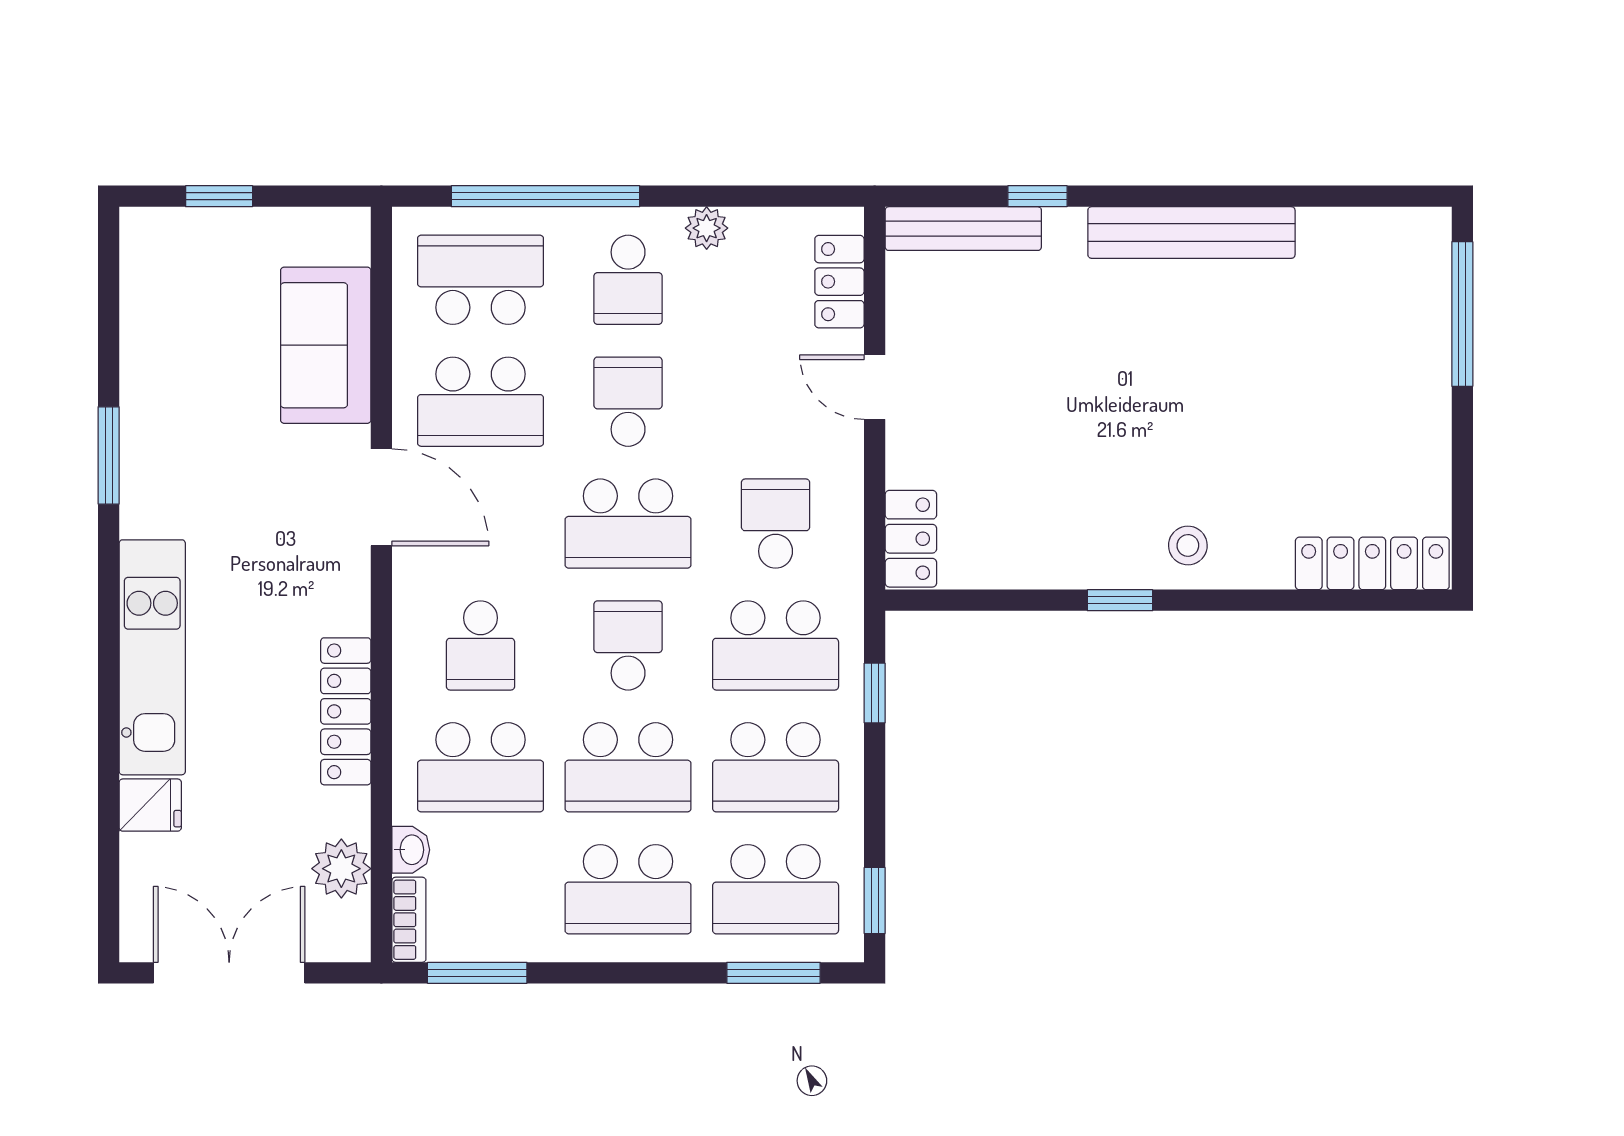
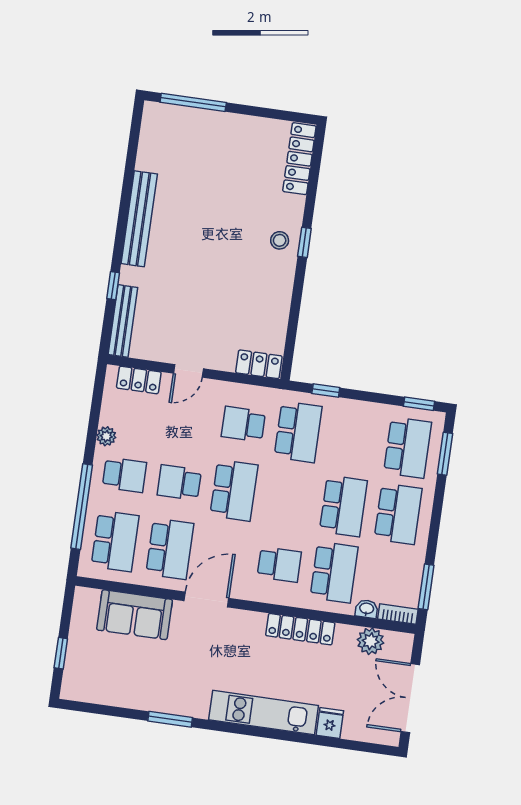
school desk: (481, 280) -> (115, 541), turned 180
window: (1120, 600) -> (304, 242), moved
school desk: (628, 645) -> (289, 498), removed
school desk: (776, 767) -> (353, 440), removed

